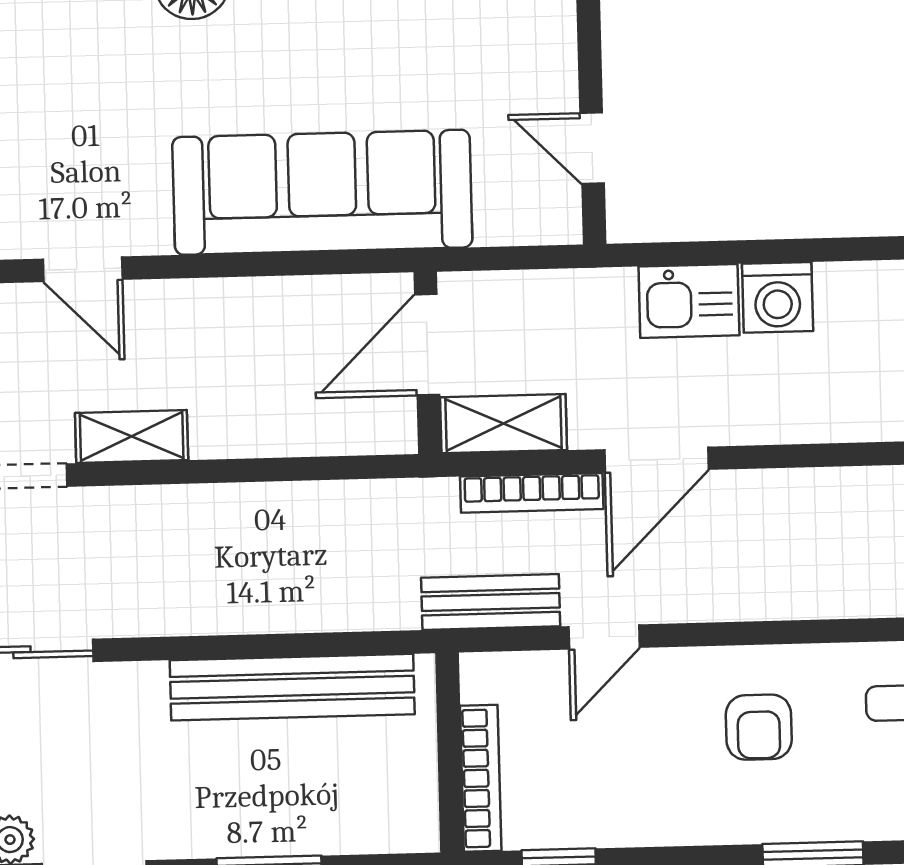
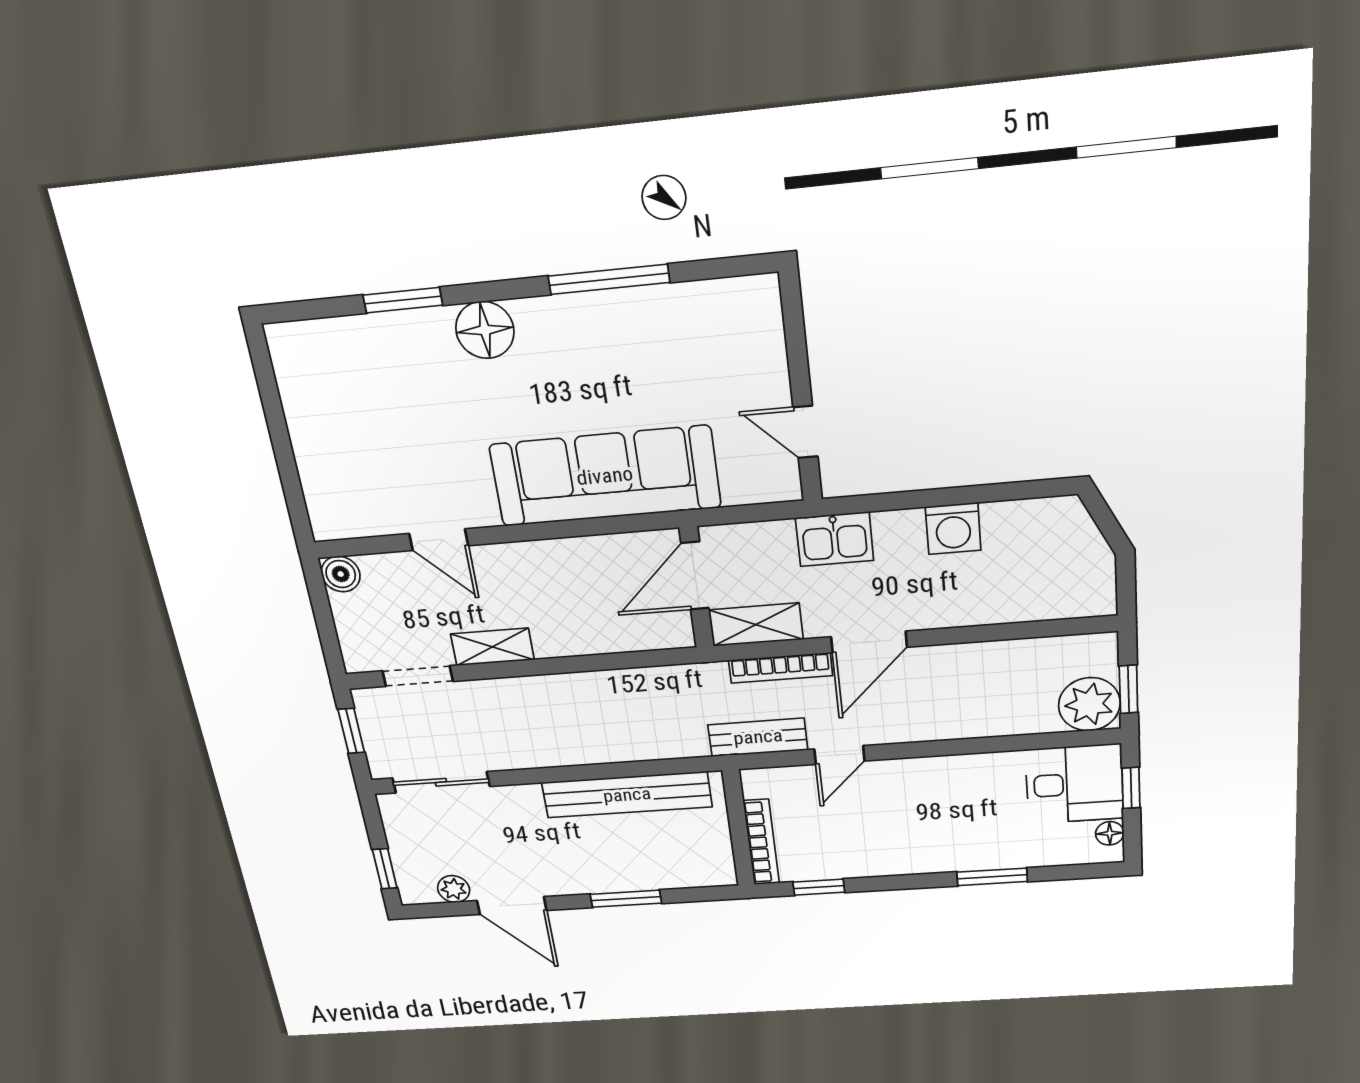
kitchen sink: (689, 301) -> (835, 539), moved
armchair: (759, 727) -> (951, 804), removed

